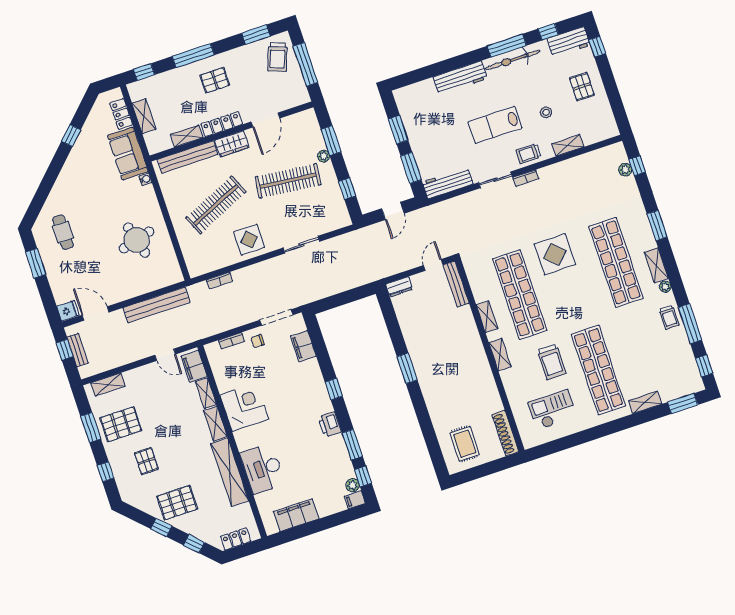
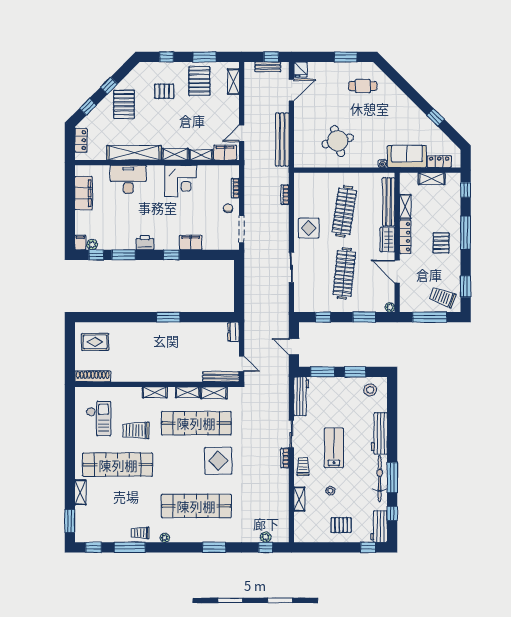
stool: (413, 105) -> (370, 390), added
plant: (324, 156) -> (390, 307), moved
clothes rail: (216, 205) -> (344, 211), turned 33
shelving: (656, 265) -> (214, 393), moved
filing cabinet: (303, 346) -> (191, 242), moved

